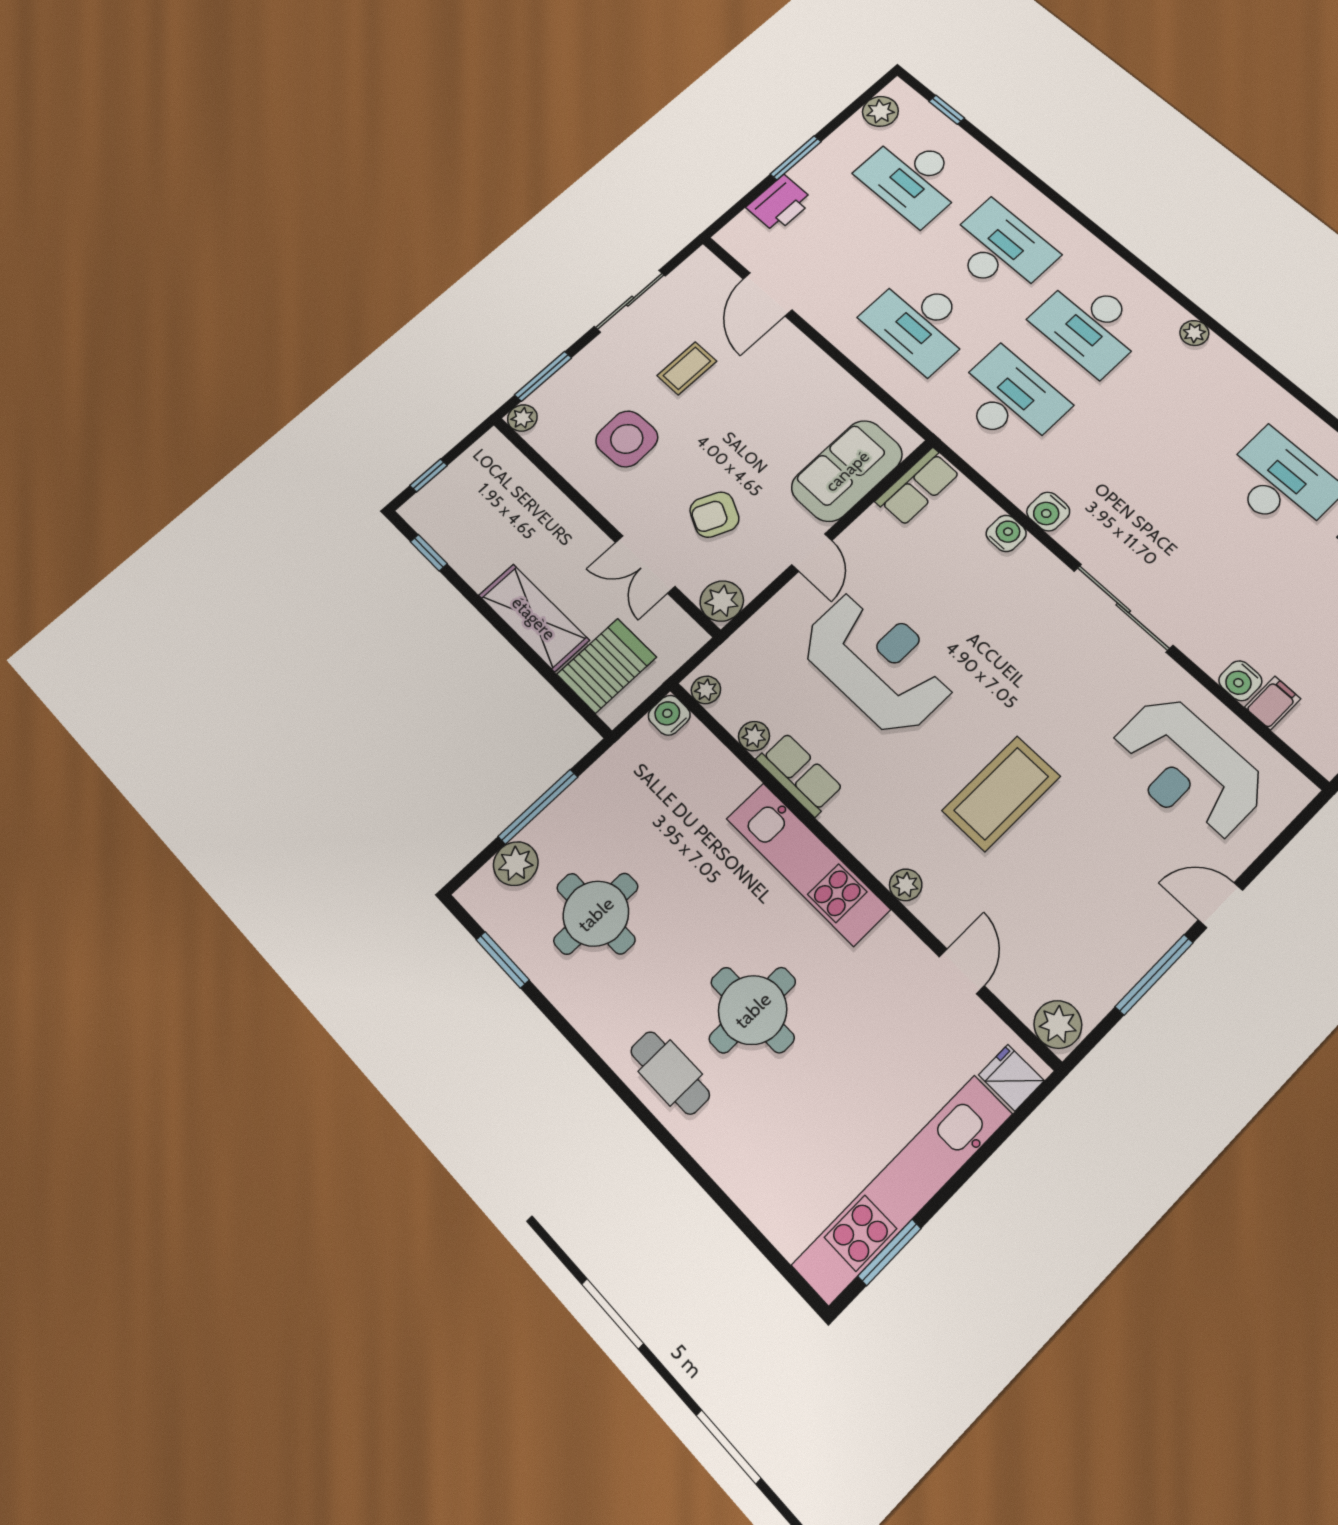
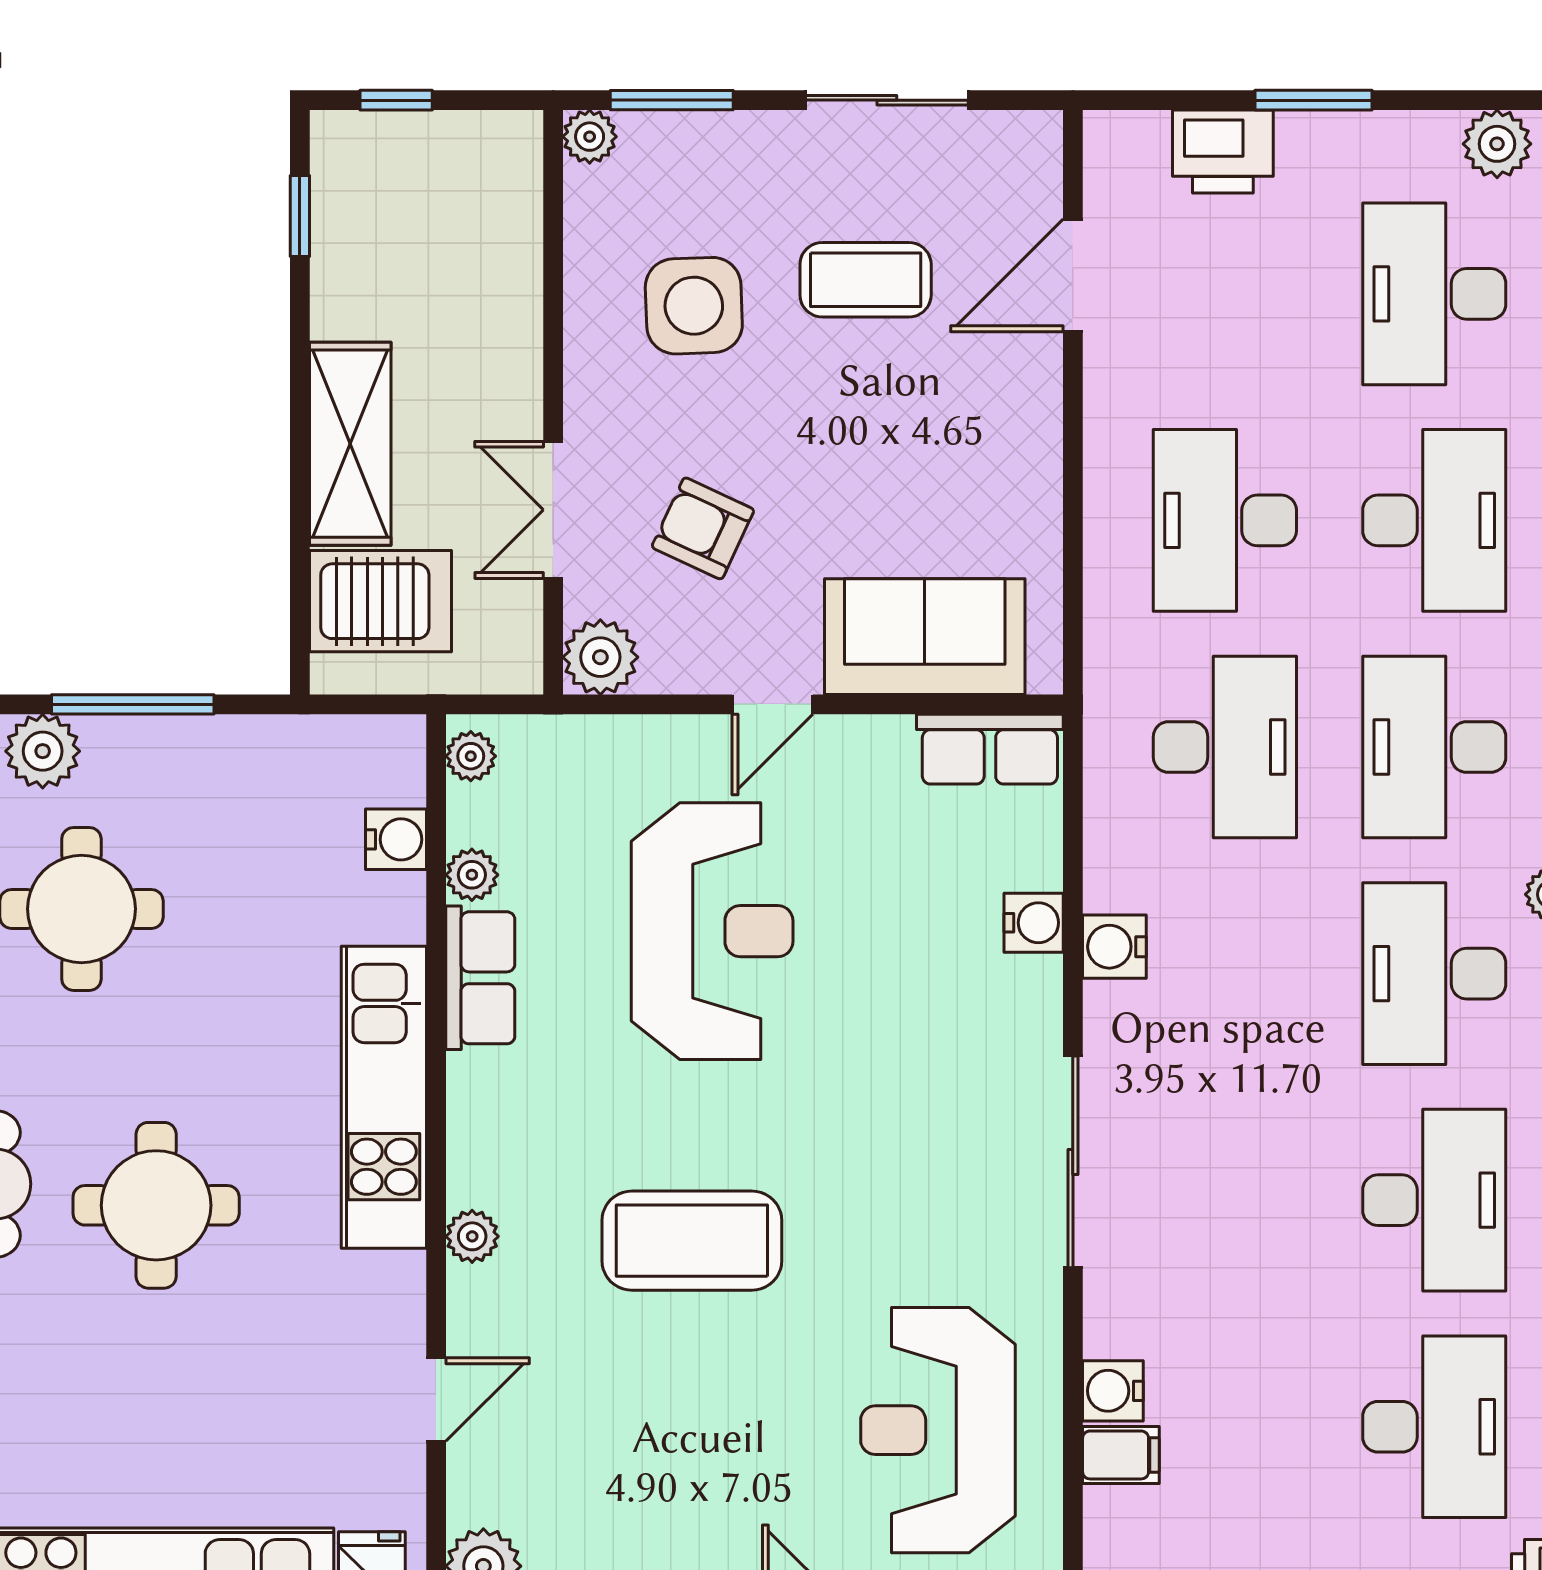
coffee table: (687, 368) -> (866, 280), width x1.36, depth x1.30
desk: (1184, 402) -> (1434, 974), added
water cooler: (669, 715) -> (396, 839), moved, turned 90

